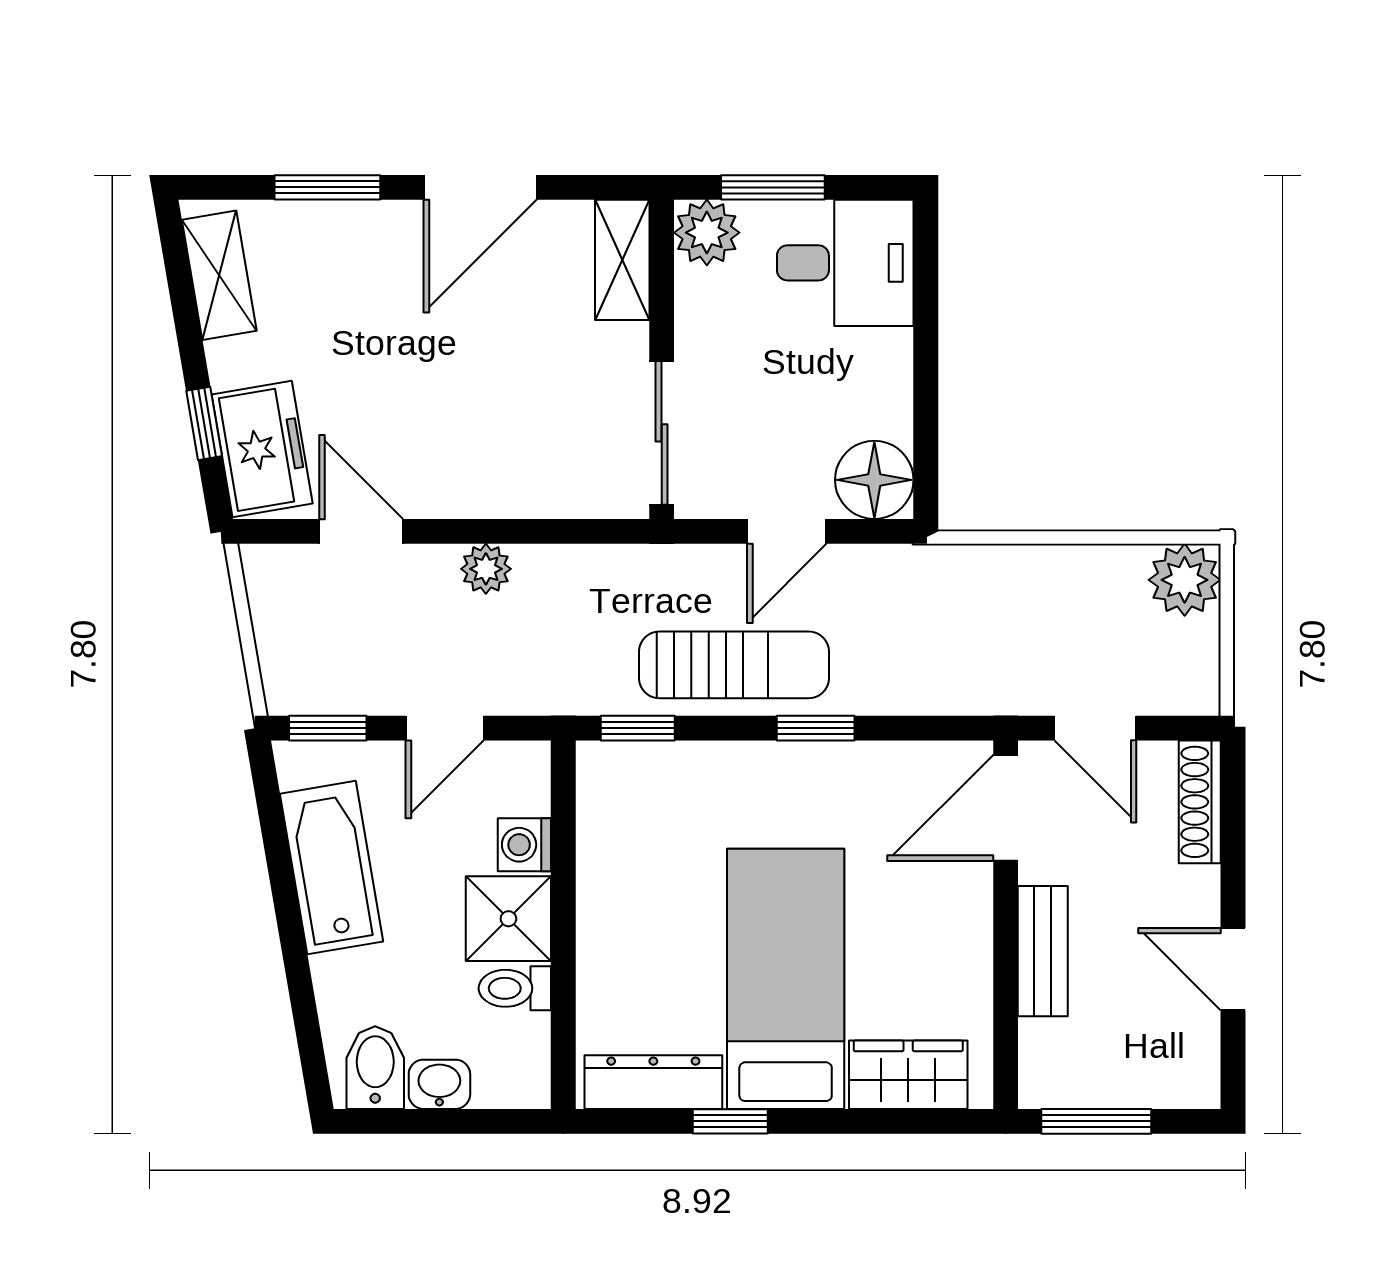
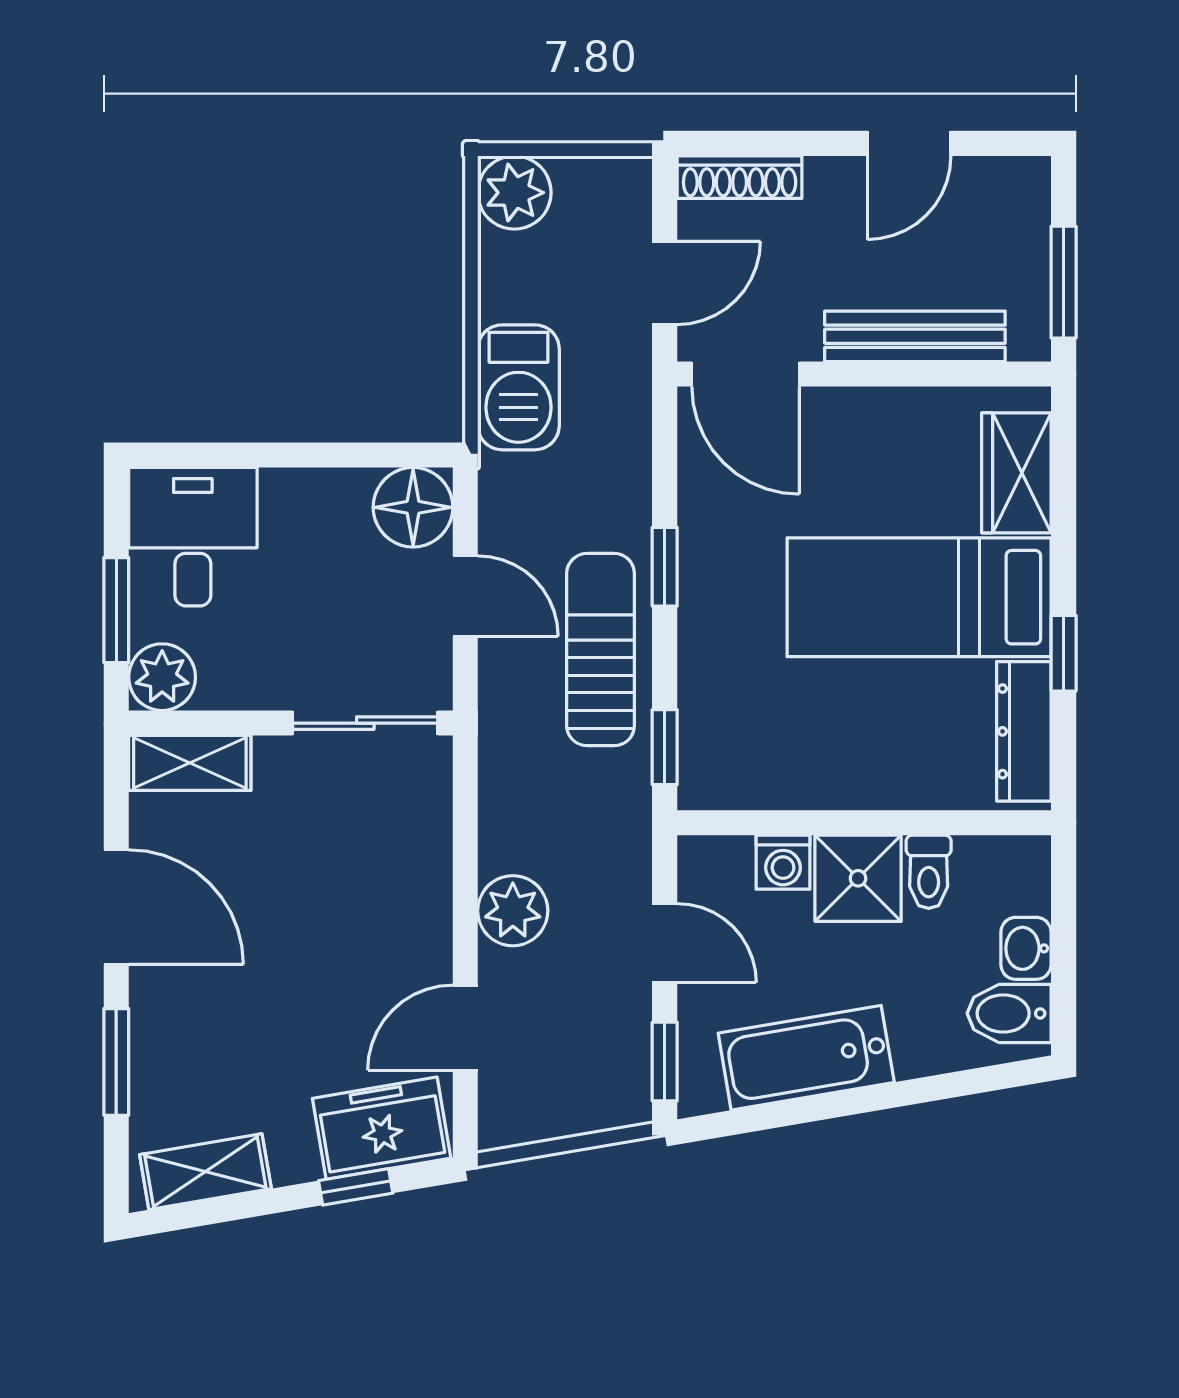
plant: (486, 569) -> (513, 911), width x1.38, depth x1.38
barbecue: (993, 584) -> (518, 387), added
bench: (1043, 951) -> (915, 336), width x1.36

